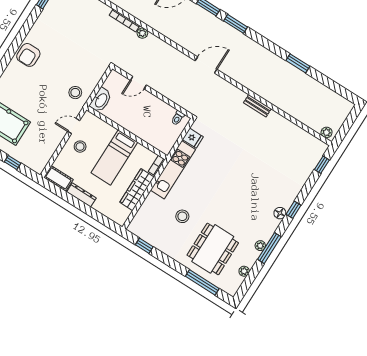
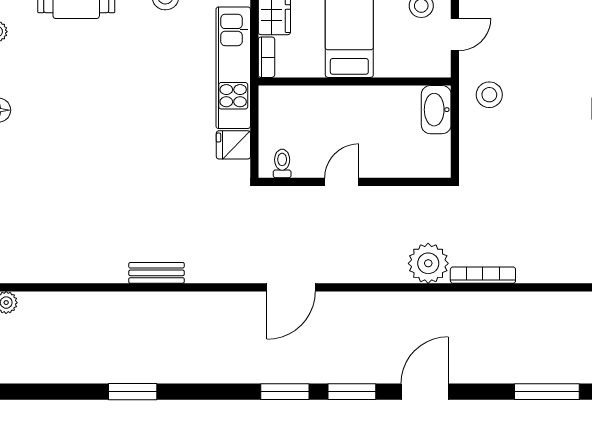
plant: (142, 33) -> (428, 263), width x1.87, depth x1.87
door: (138, 83) -> (342, 182), moved

